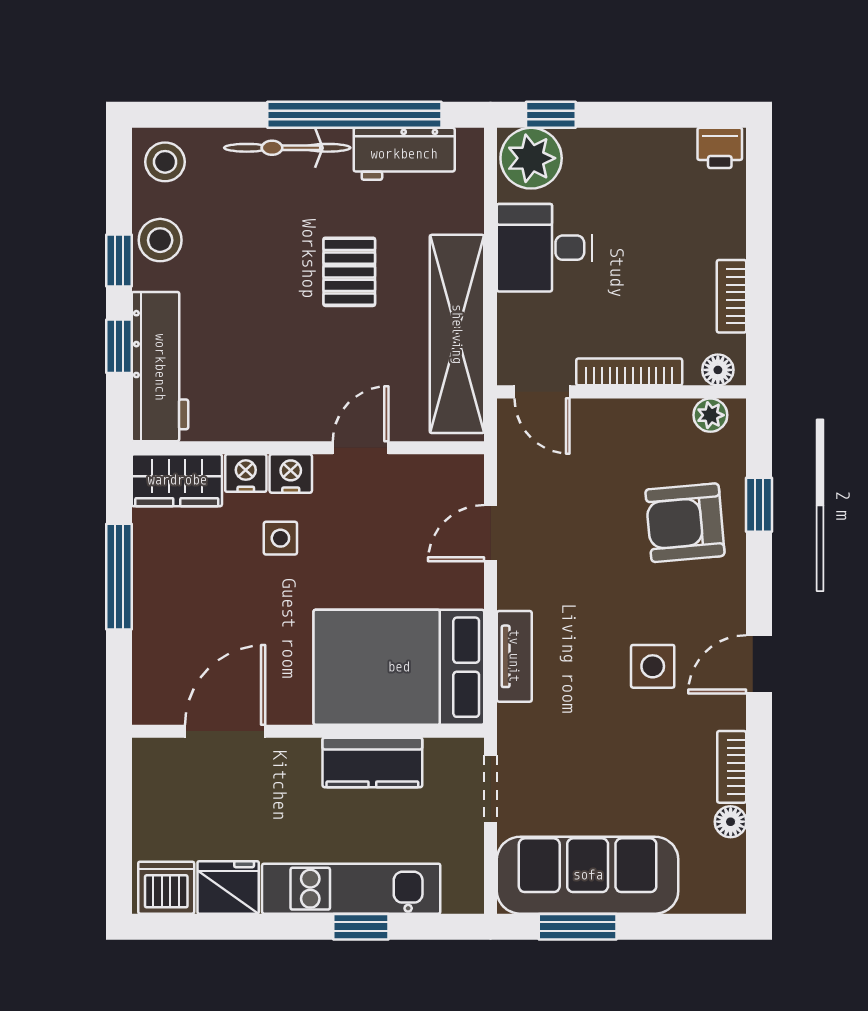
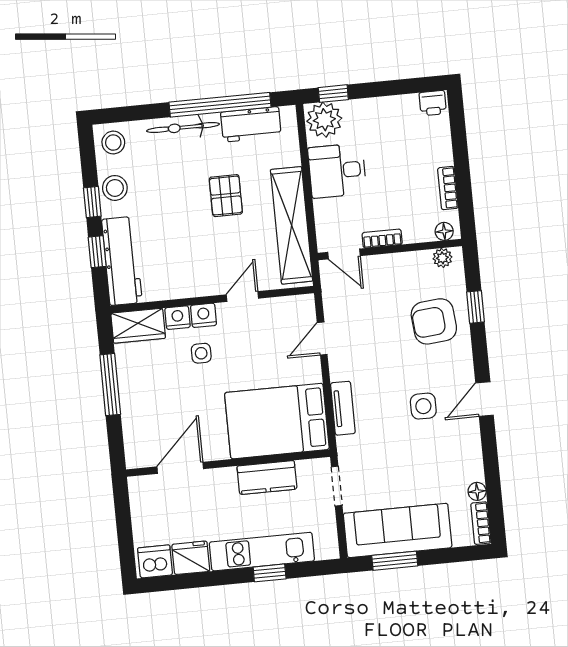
bookcase: (629, 372) -> (382, 239), width x0.64
bookcase: (732, 767) -> (481, 523), moved

